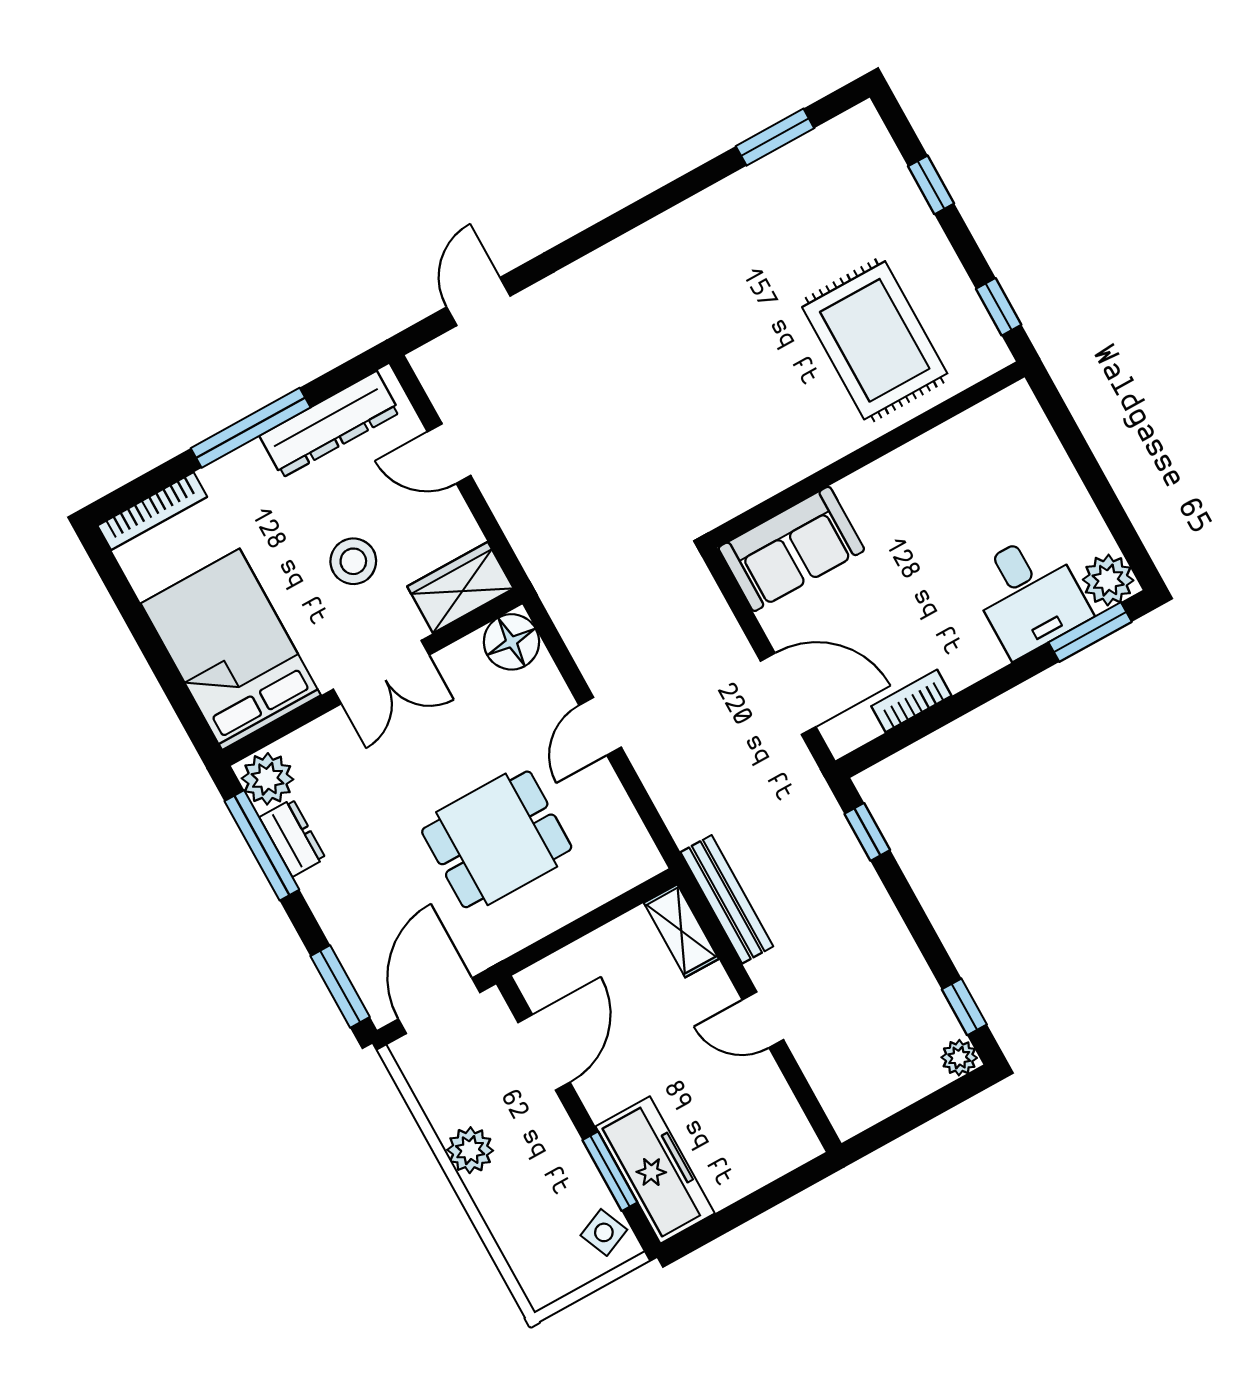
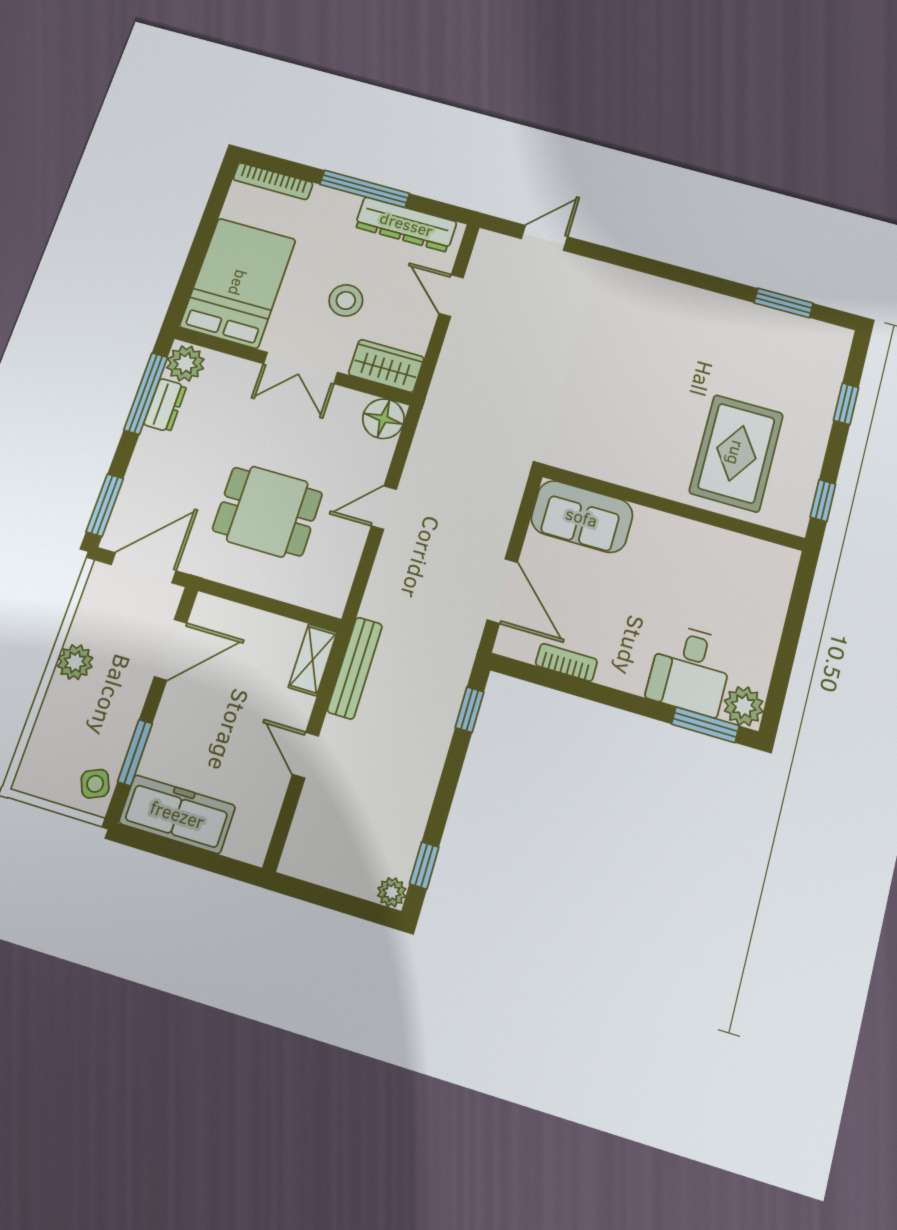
freezer: (655, 1170) -> (177, 814), moved, turned -90

